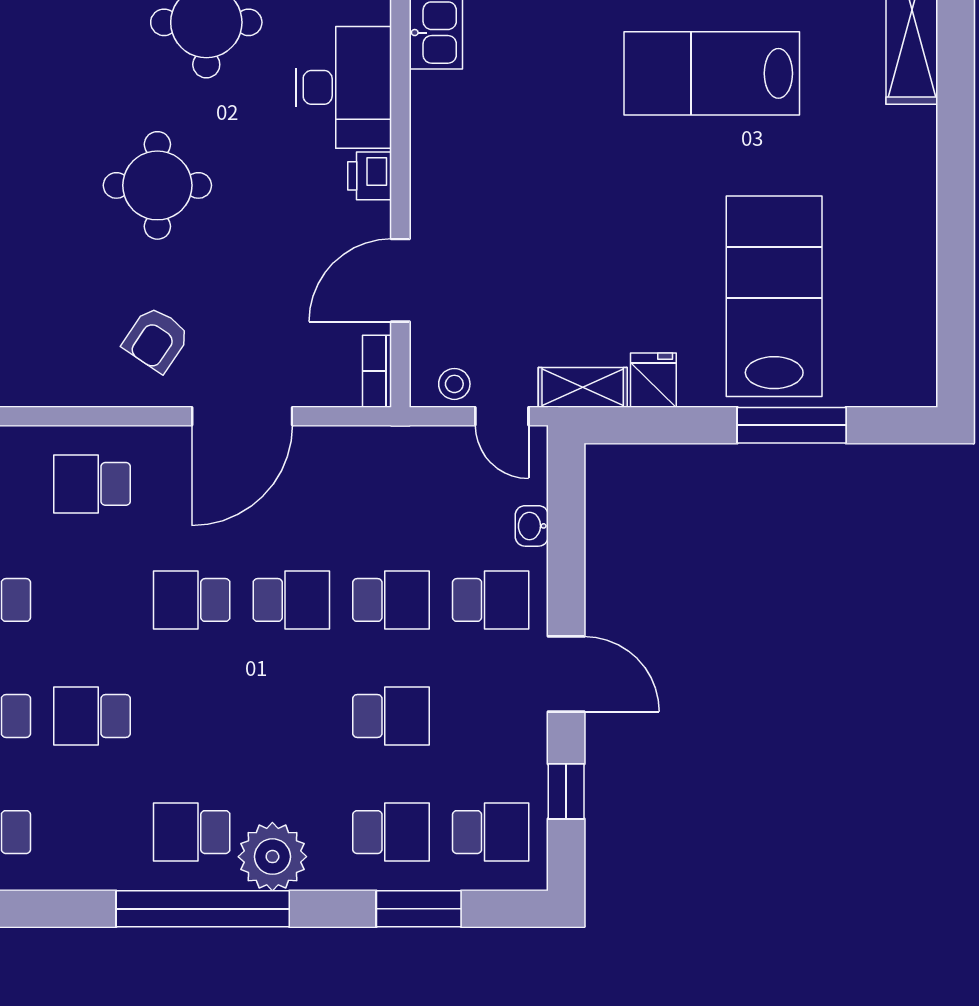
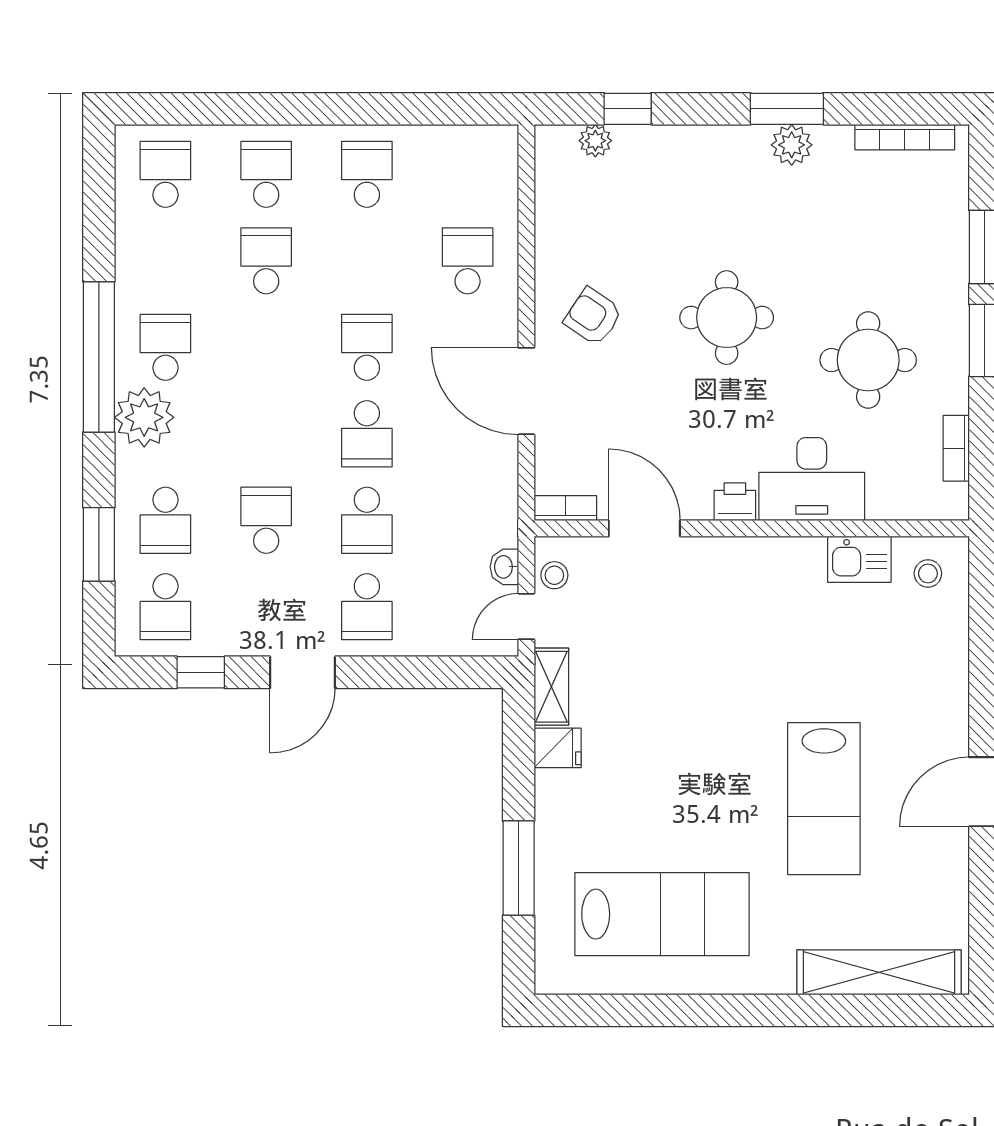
lab bench: (712, 73) -> (824, 799), turned 180
lab bench: (774, 296) -> (662, 914), moved
washbasin: (532, 526) -> (504, 567), moved, turned -90
school desk: (391, 716) -> (266, 520), turned 180

